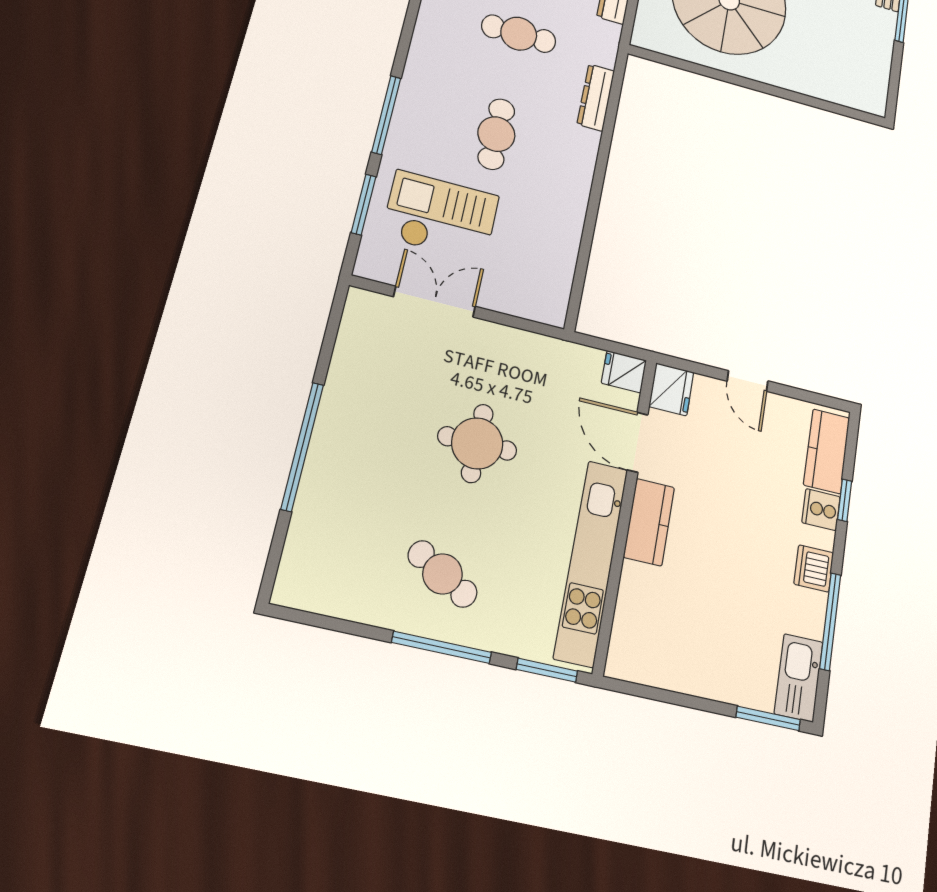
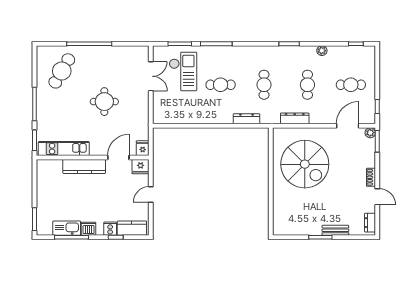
kitchen counter: (649, 522) -> (84, 166), width x1.50
kitchen unit: (591, 562) -> (64, 149), width x0.73
cafe table: (443, 574) -> (62, 71), moved, width x1.37, depth x1.35
kitchen sink: (799, 678) -> (67, 228), moved

